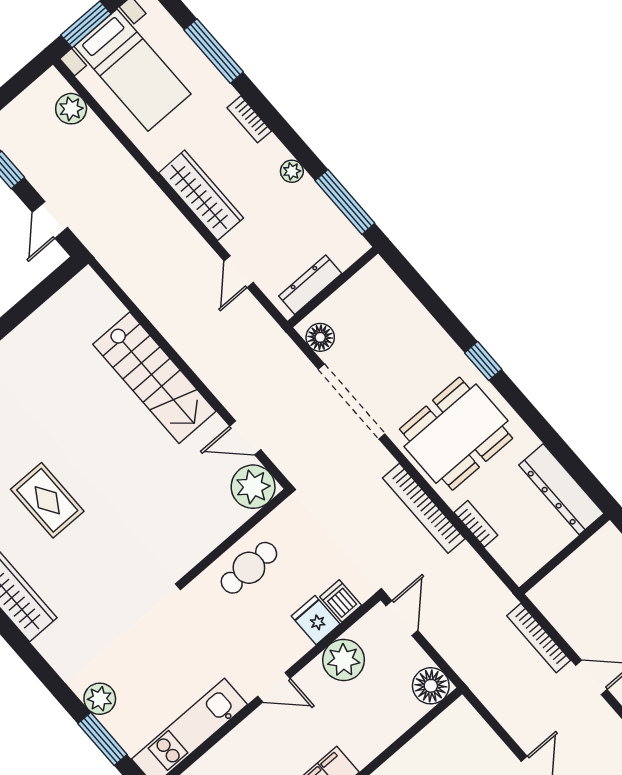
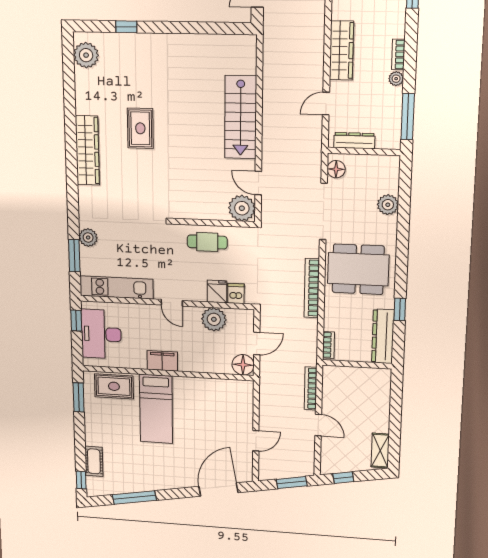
bookcase: (249, 119) -> (398, 54), moved
plant: (418, 324) -> (388, 205), added
window: (483, 361) -> (400, 309), moved
bookcase: (476, 524) -> (328, 345), moved
door: (402, 618) -> (257, 343), moved

